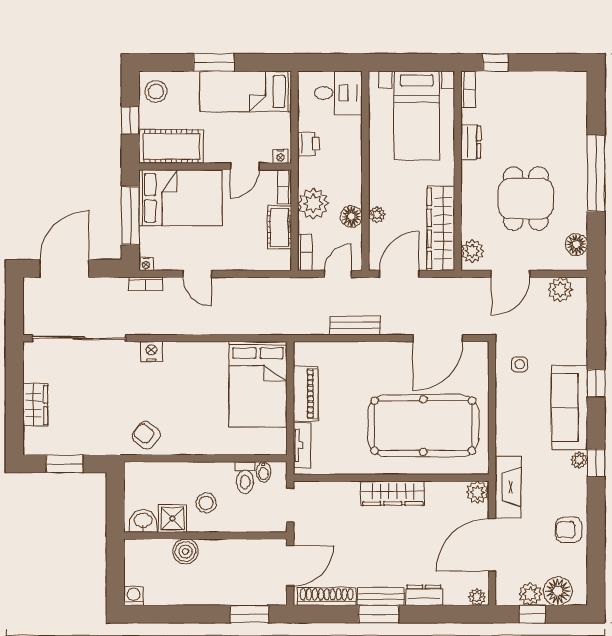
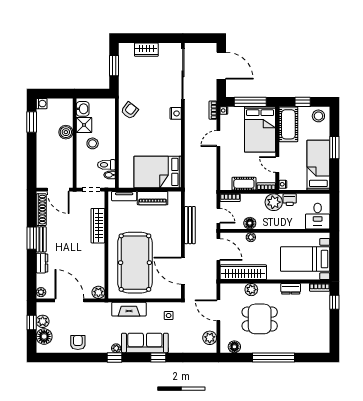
plant: (313, 204) -> (274, 202), moved
plant: (472, 251) -> (251, 290), moved
bench: (355, 325) -> (190, 225), width x1.36
fireplace: (508, 487) -> (129, 309), moved
wardrobe: (393, 493) -> (98, 226), moved
window: (249, 614) -> (32, 122), moved

